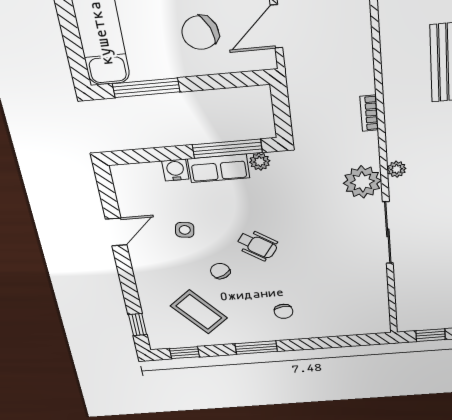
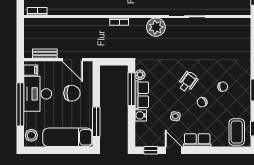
chair: (200, 33) -> (72, 93), turned -68
plant: (397, 169) -> (150, 11), removed
row of seats: (145, 269) -> (197, 140), added
chair: (284, 311) -> (223, 87), moved
coffee table: (199, 312) -> (237, 132), moved, turned -50
window: (138, 324) -> (151, 150), moved

